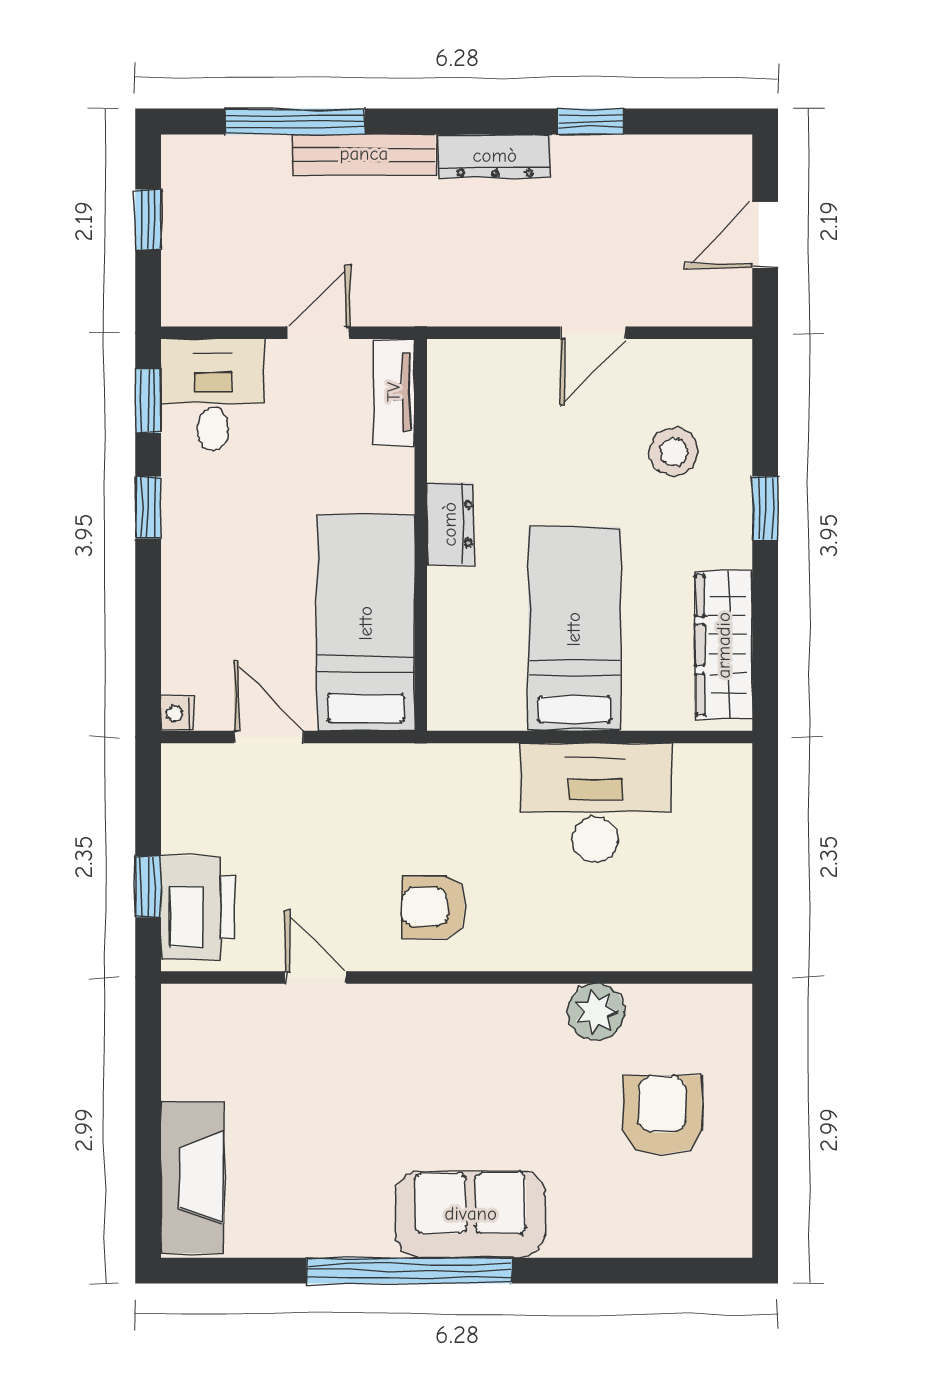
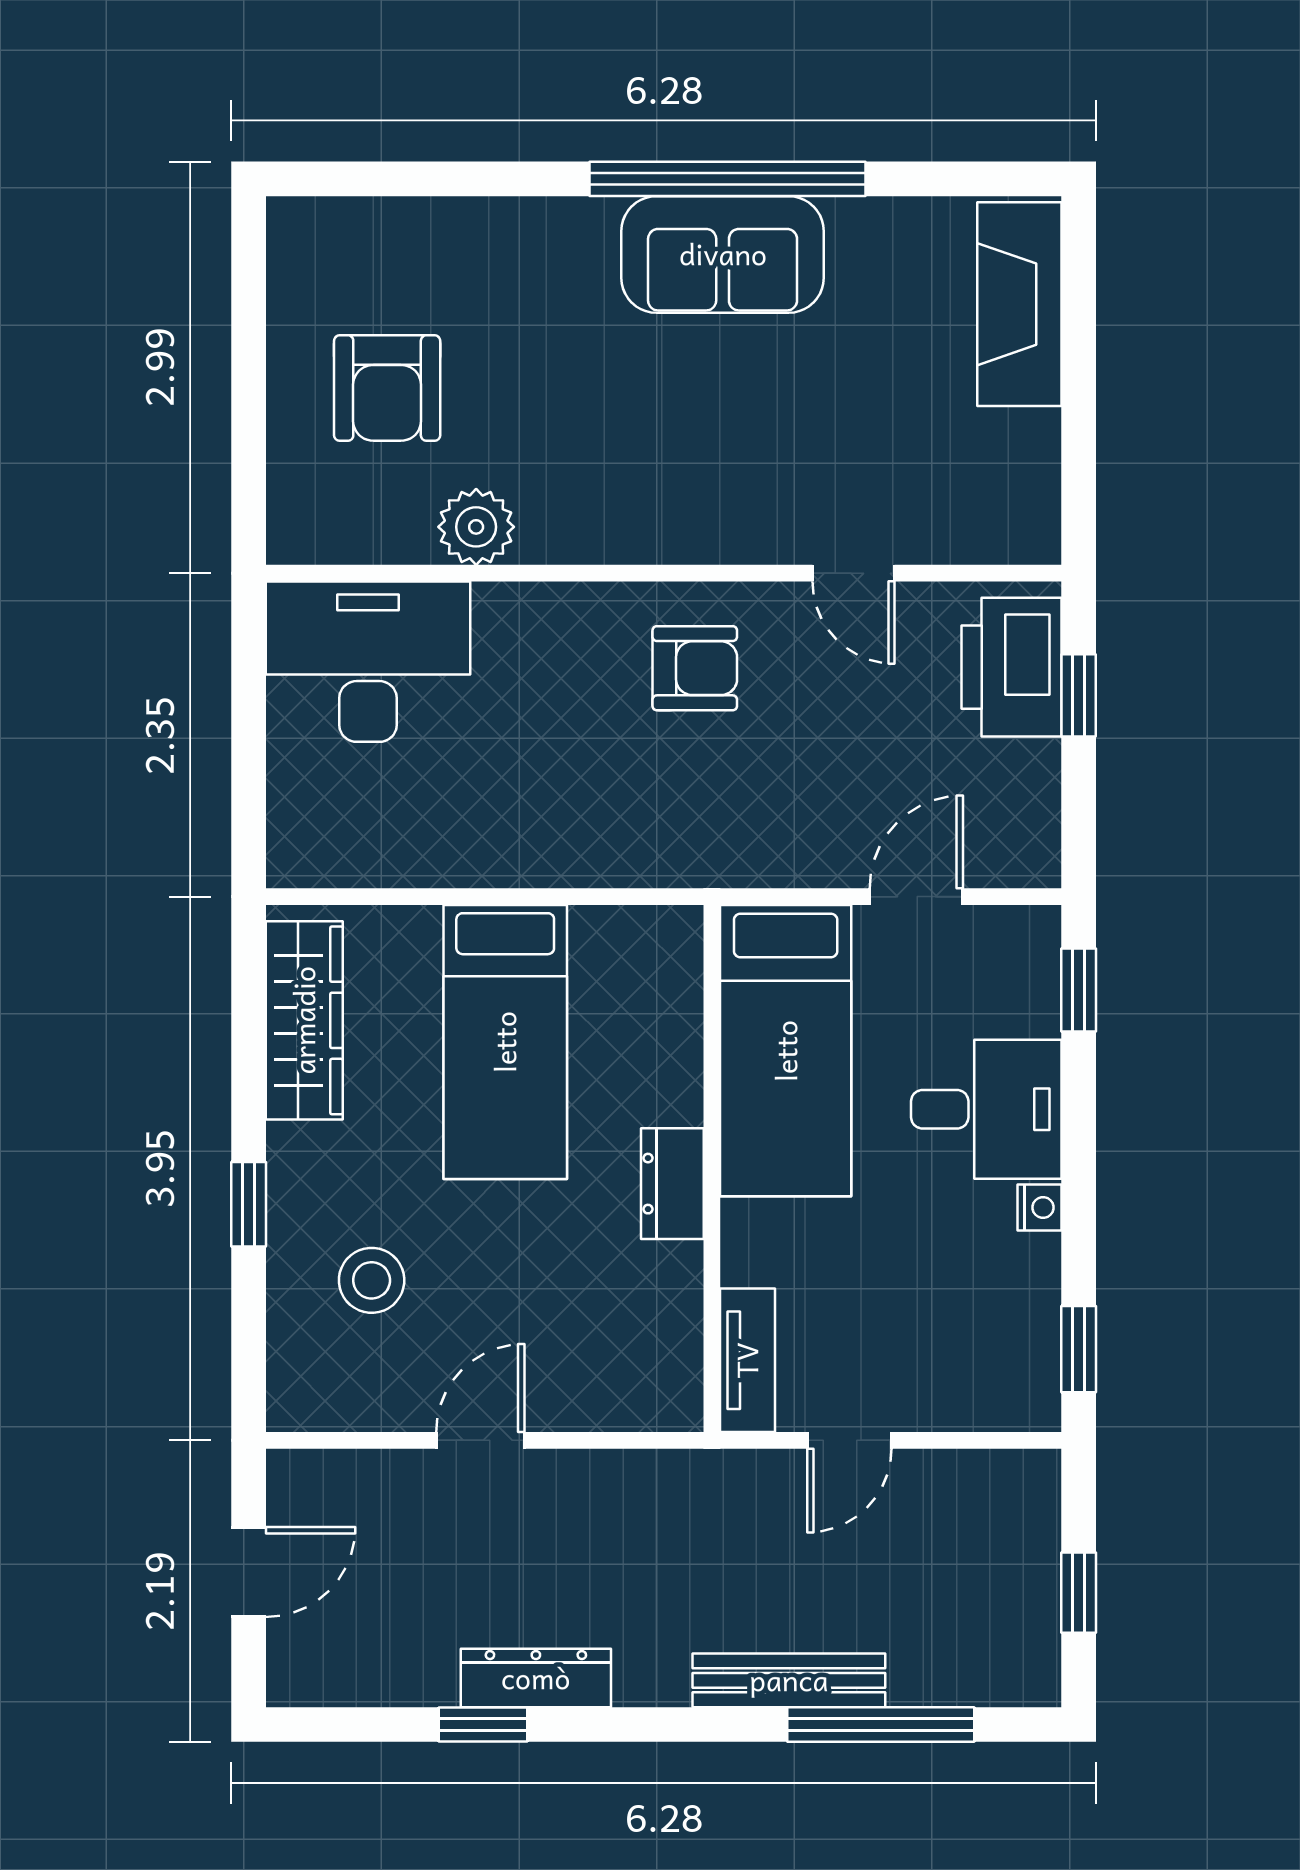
dresser: (495, 156) -> (536, 1678), moved
desk: (213, 395) -> (986, 1109), moved, turned -90
window: (148, 507) -> (1079, 990), moved
nightstand: (177, 714) -> (1040, 1207), moved
door: (269, 737) -> (916, 897), swing flipped
desk: (595, 803) -> (368, 662), moved, turned 180
sofa: (471, 1214) -> (723, 254), moved

